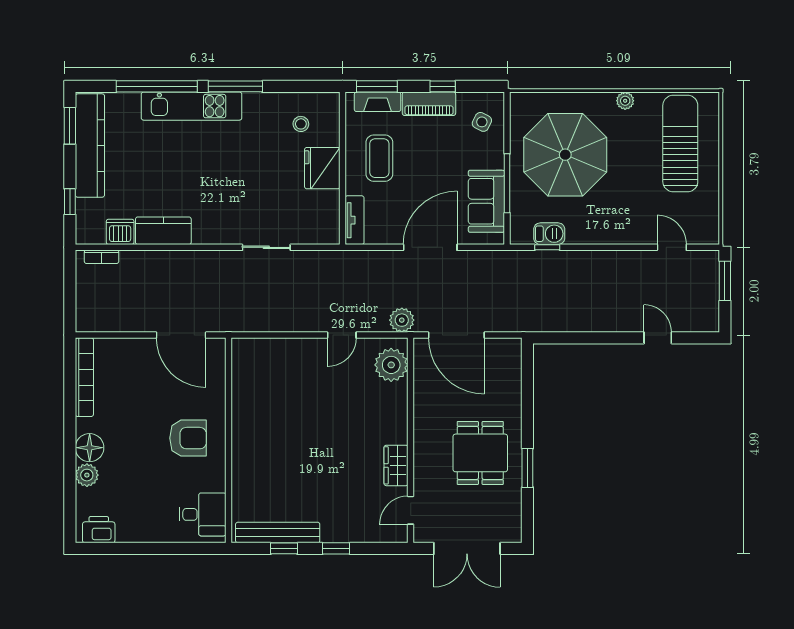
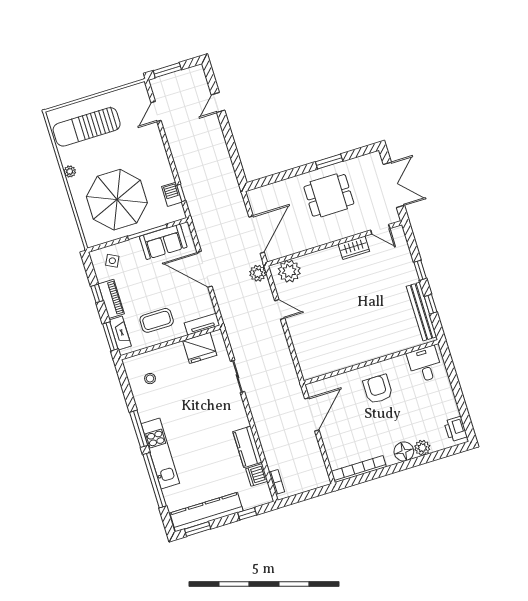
fridge: (322, 168) -> (200, 348), moved

